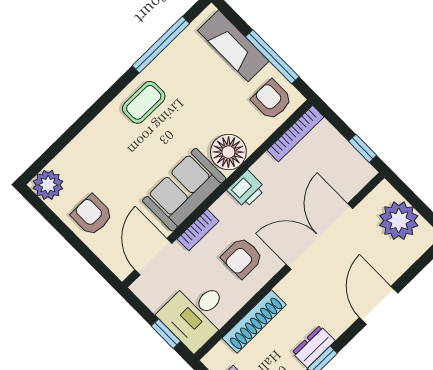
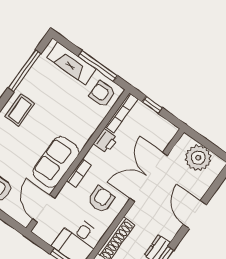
window: (363, 148) -> (152, 105), moved
floor lamp: (228, 152) -> (80, 133), removed
printer: (246, 189) -> (106, 141), moved
bookcase: (198, 230) -> (79, 173), moved
armchair: (242, 258) -> (101, 199), turned 180

